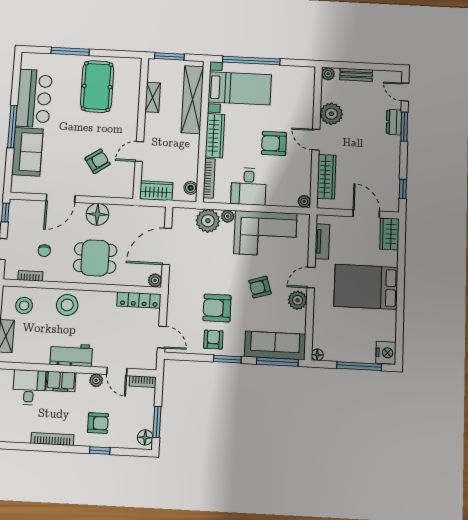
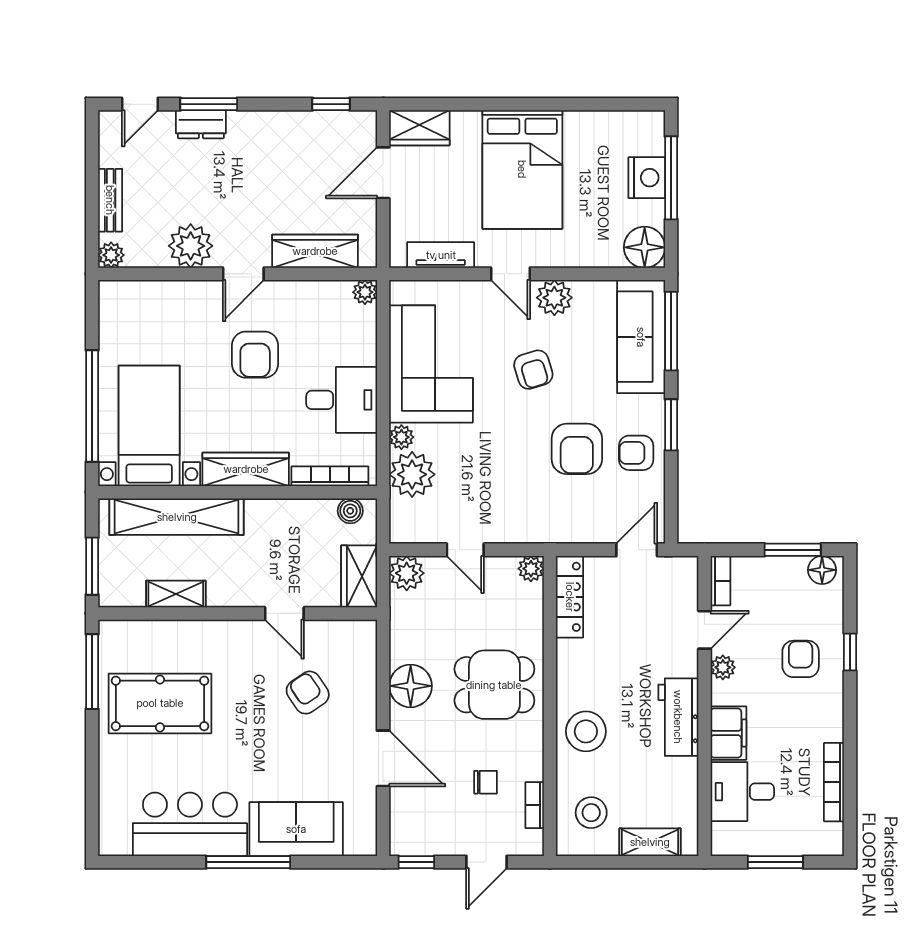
window: (70, 51) -> (92, 672), moved
plant: (156, 215) -> (407, 573), added
door: (167, 246) -> (465, 550), width x0.53
dining table: (95, 258) -> (494, 685), turned 90
nightstand: (386, 353) -> (647, 178), moved, turned 90
floor lamp: (317, 355) -> (645, 247), width x1.89, depth x1.89
bookcase: (52, 439) -> (834, 782), moved

